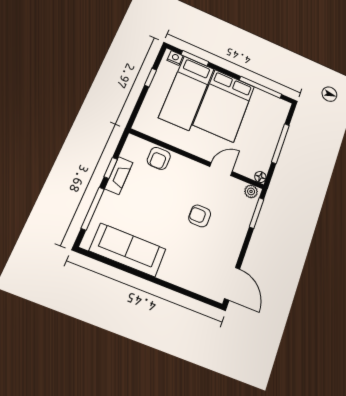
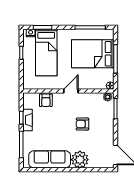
bed: (224, 106) -> (93, 54), moved, turned 90
door: (221, 169) -> (71, 91), moved
plant: (175, 269) -> (80, 160), added

